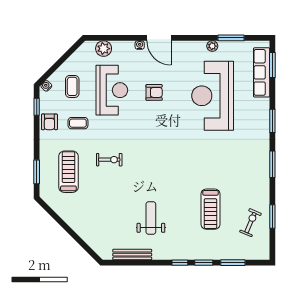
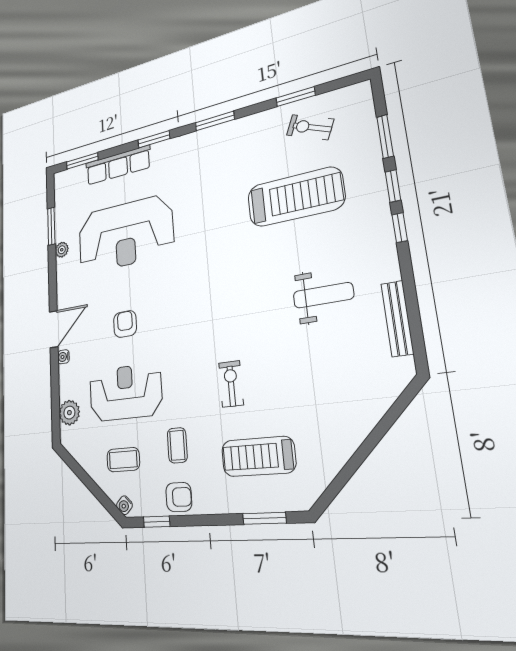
row of seats: (262, 72) -> (118, 165), moved
treadmill: (210, 209) -> (295, 197), width x1.37, depth x1.38
weight bench: (151, 218) -> (323, 295), turned 180

